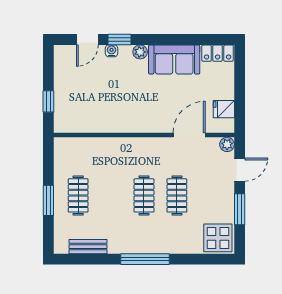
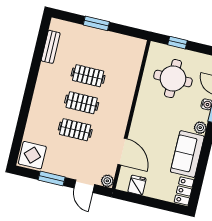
round table: (91, 97) -> (173, 79), added
clothes rail: (78, 195) -> (88, 76), moved
window: (145, 259) -> (29, 91), removed

